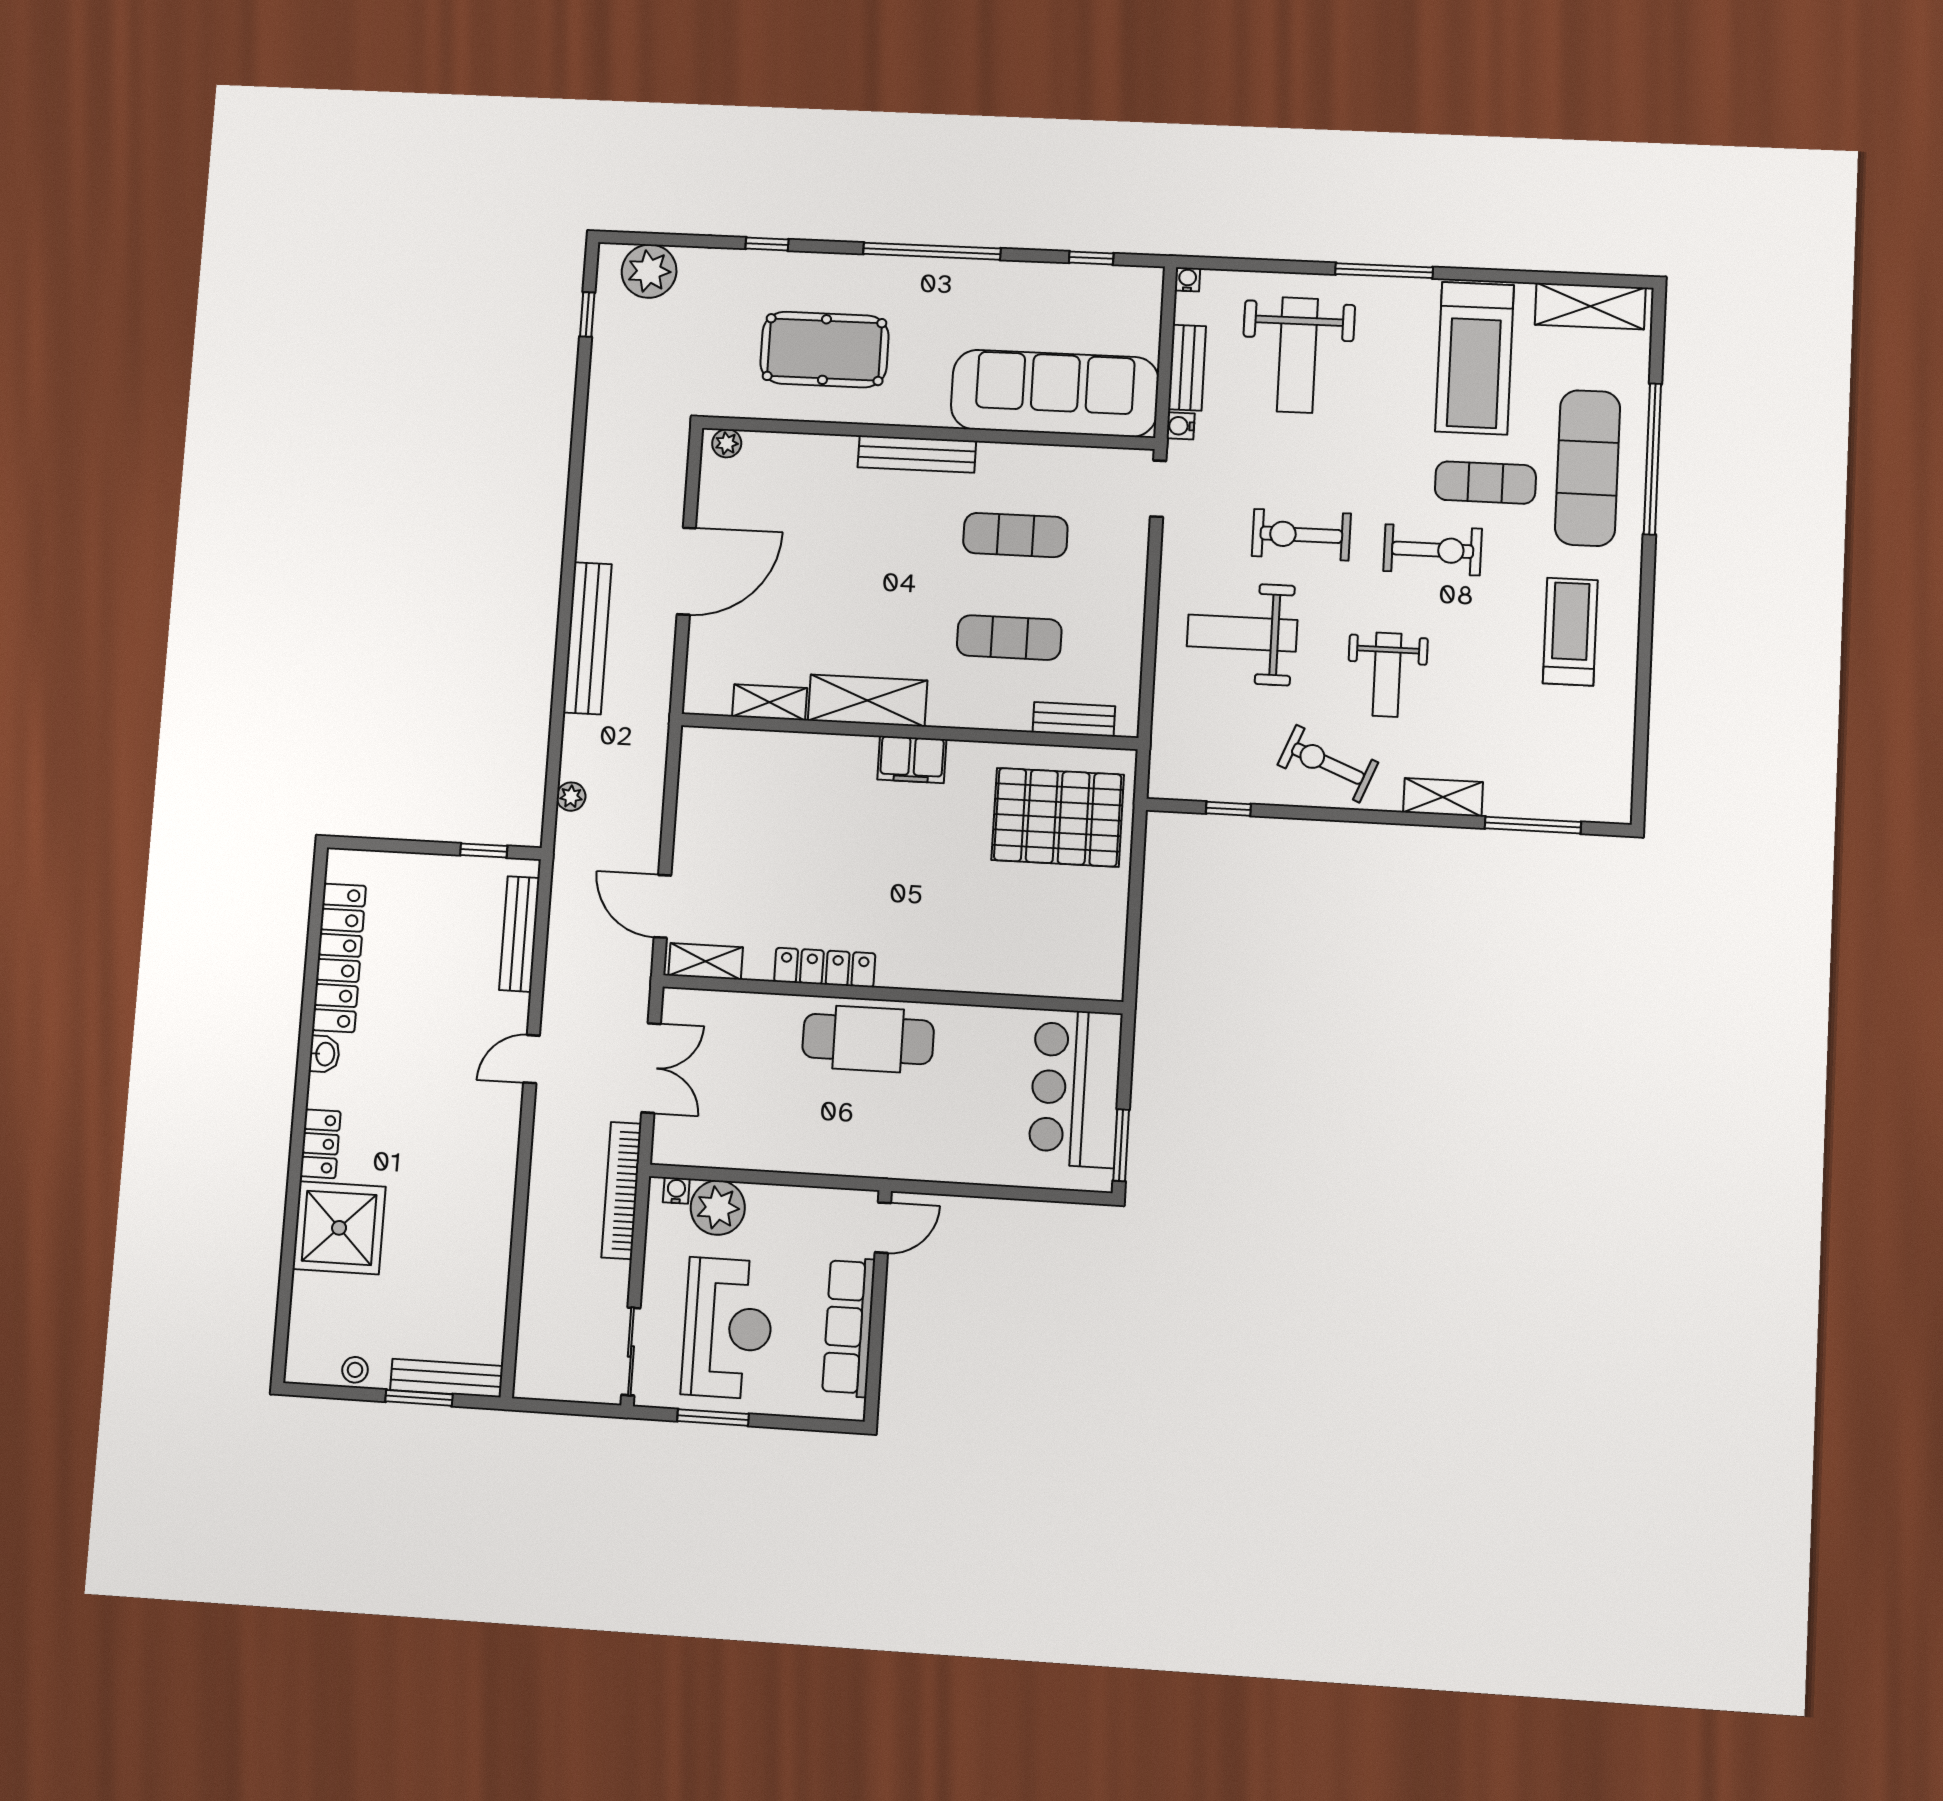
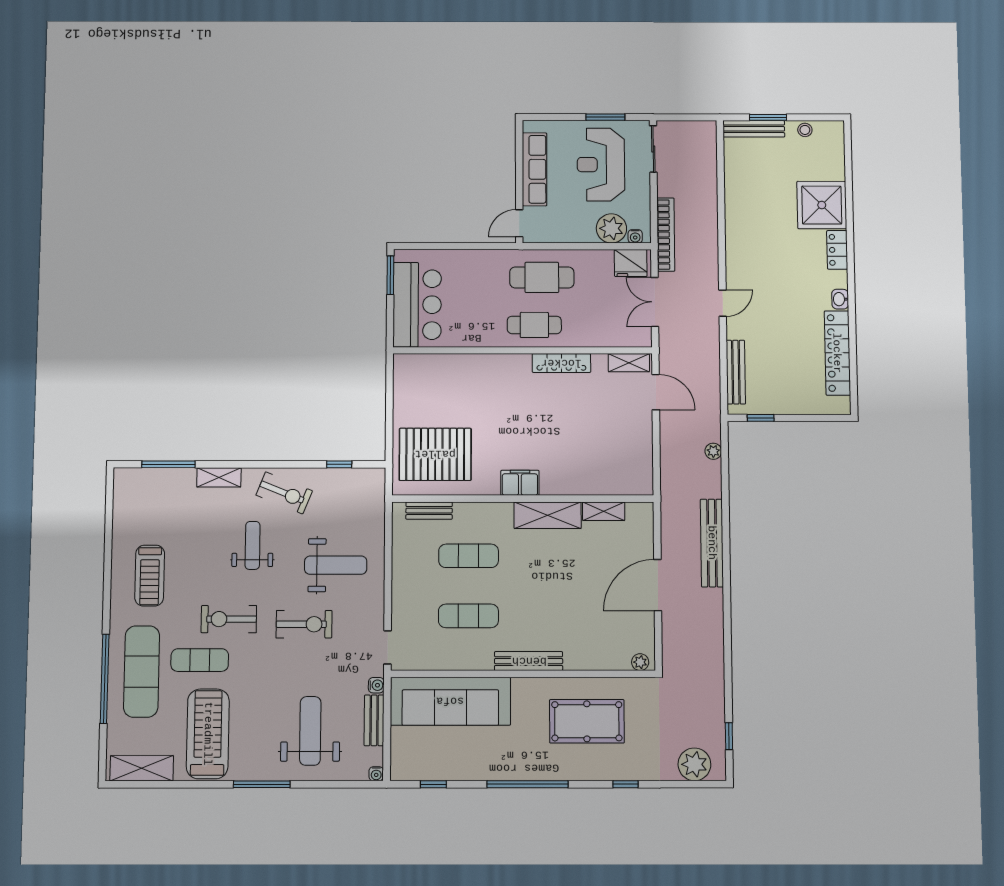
cafe table: (868, 1039) -> (534, 325), width x0.73, depth x0.74
cafe table: (849, 1125) -> (542, 277), added
fridge: (688, 1142) -> (631, 263), added

